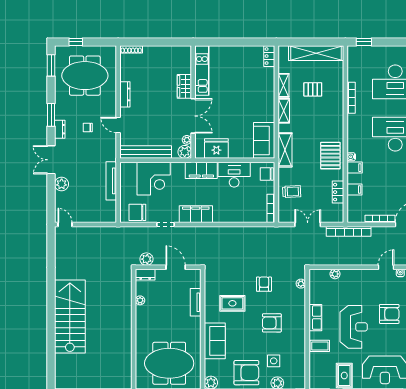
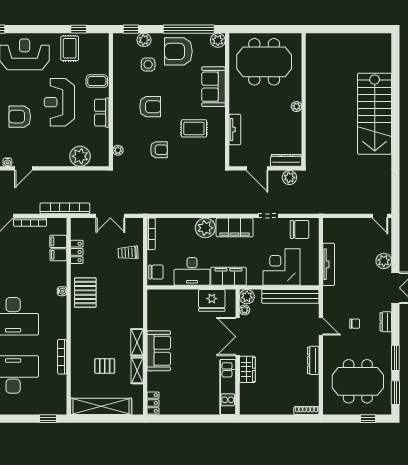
window: (51, 115) -> (395, 358), moved
sofa: (264, 140) -> (159, 351), moved
shelving: (285, 150) -> (135, 299), removed
filing cabinet: (355, 168) -> (58, 241), moved
plant: (222, 214) -> (205, 228), added
plant: (335, 274) -> (80, 156), width x1.88, depth x1.88
dresser: (145, 275) -> (286, 160), width x1.44
armchair: (264, 284) -> (159, 150), turned -90
plant: (140, 300) -> (297, 106), moved

